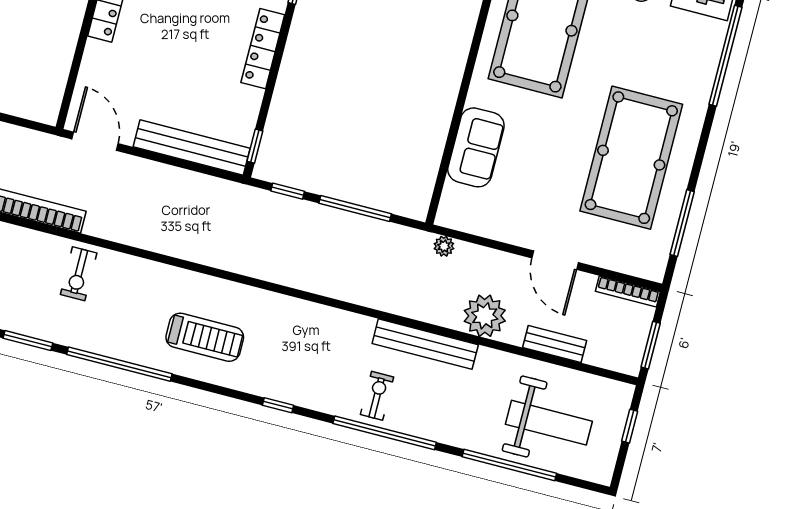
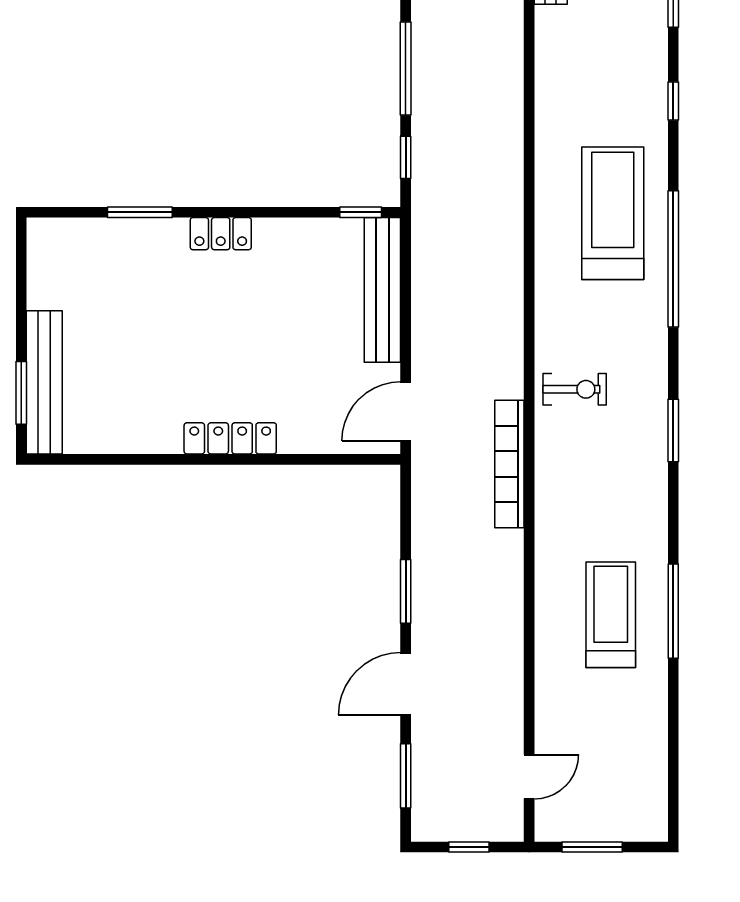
locker: (263, 49) -> (221, 234), width x0.66
treadmill: (205, 337) -> (613, 213), width x1.37, depth x1.38
window: (119, 364) -> (673, 259), moved

